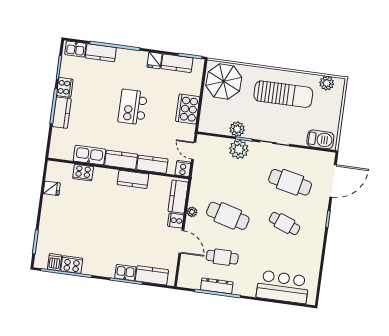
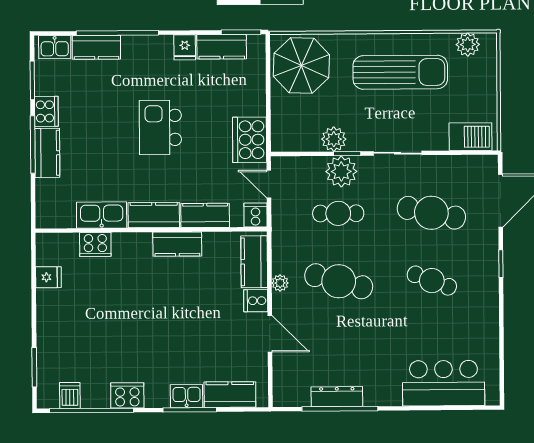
cooker: (188, 109) -> (250, 140), moved
cafe table: (222, 257) -> (338, 213), moved
cooker: (72, 265) -> (127, 395), moved

